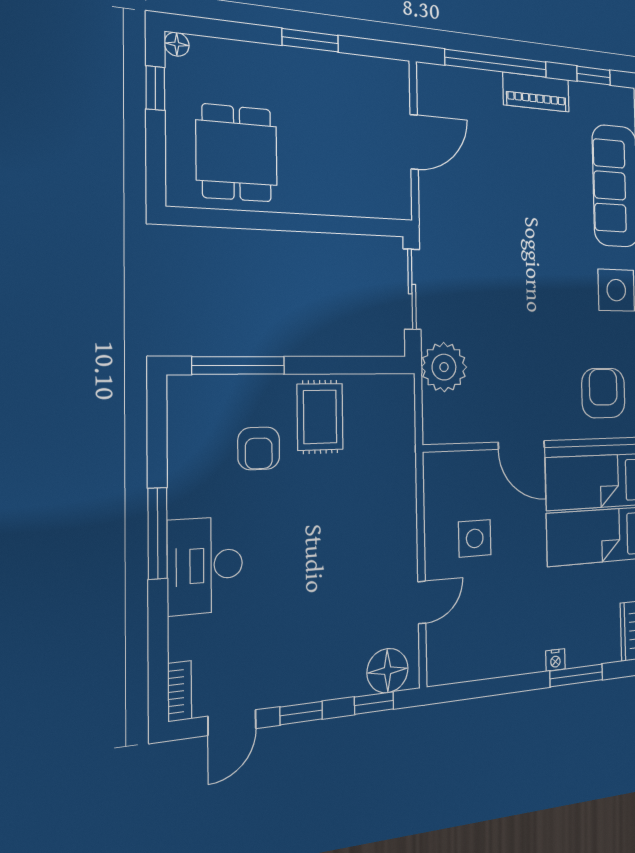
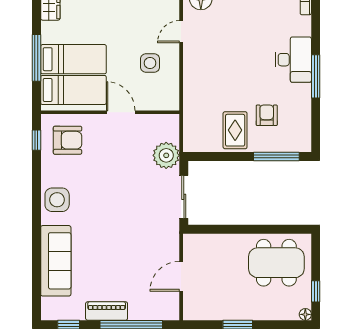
dining table: (237, 153) -> (276, 263), width x1.37
armchair: (603, 393) -> (68, 140), turned -90

